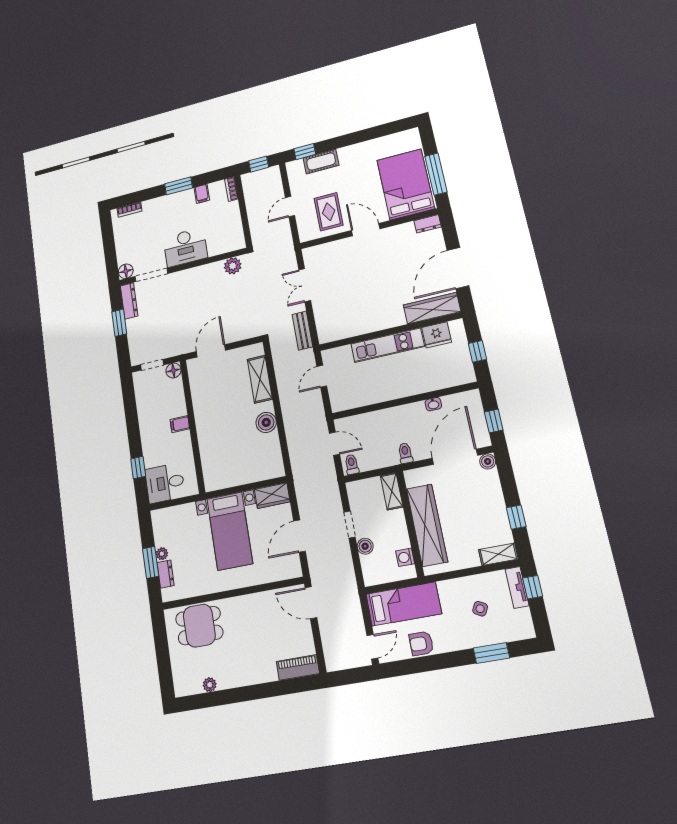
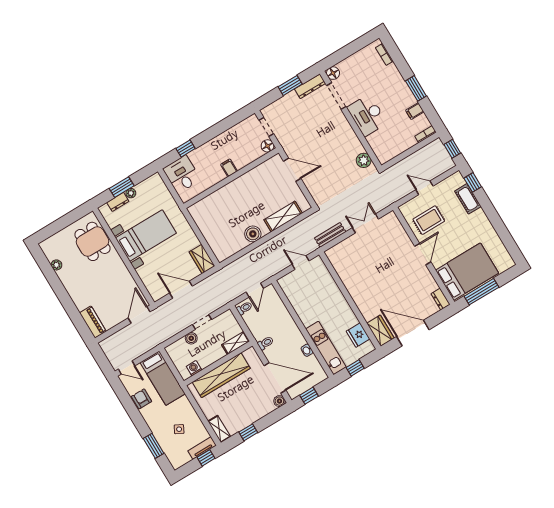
wardrobe: (432, 308) -> (380, 331), width x0.67
kitchen unit: (388, 345) -> (326, 348), moved, turned 180
bed with nightstands: (230, 531) -> (146, 236), moved, turned 180

